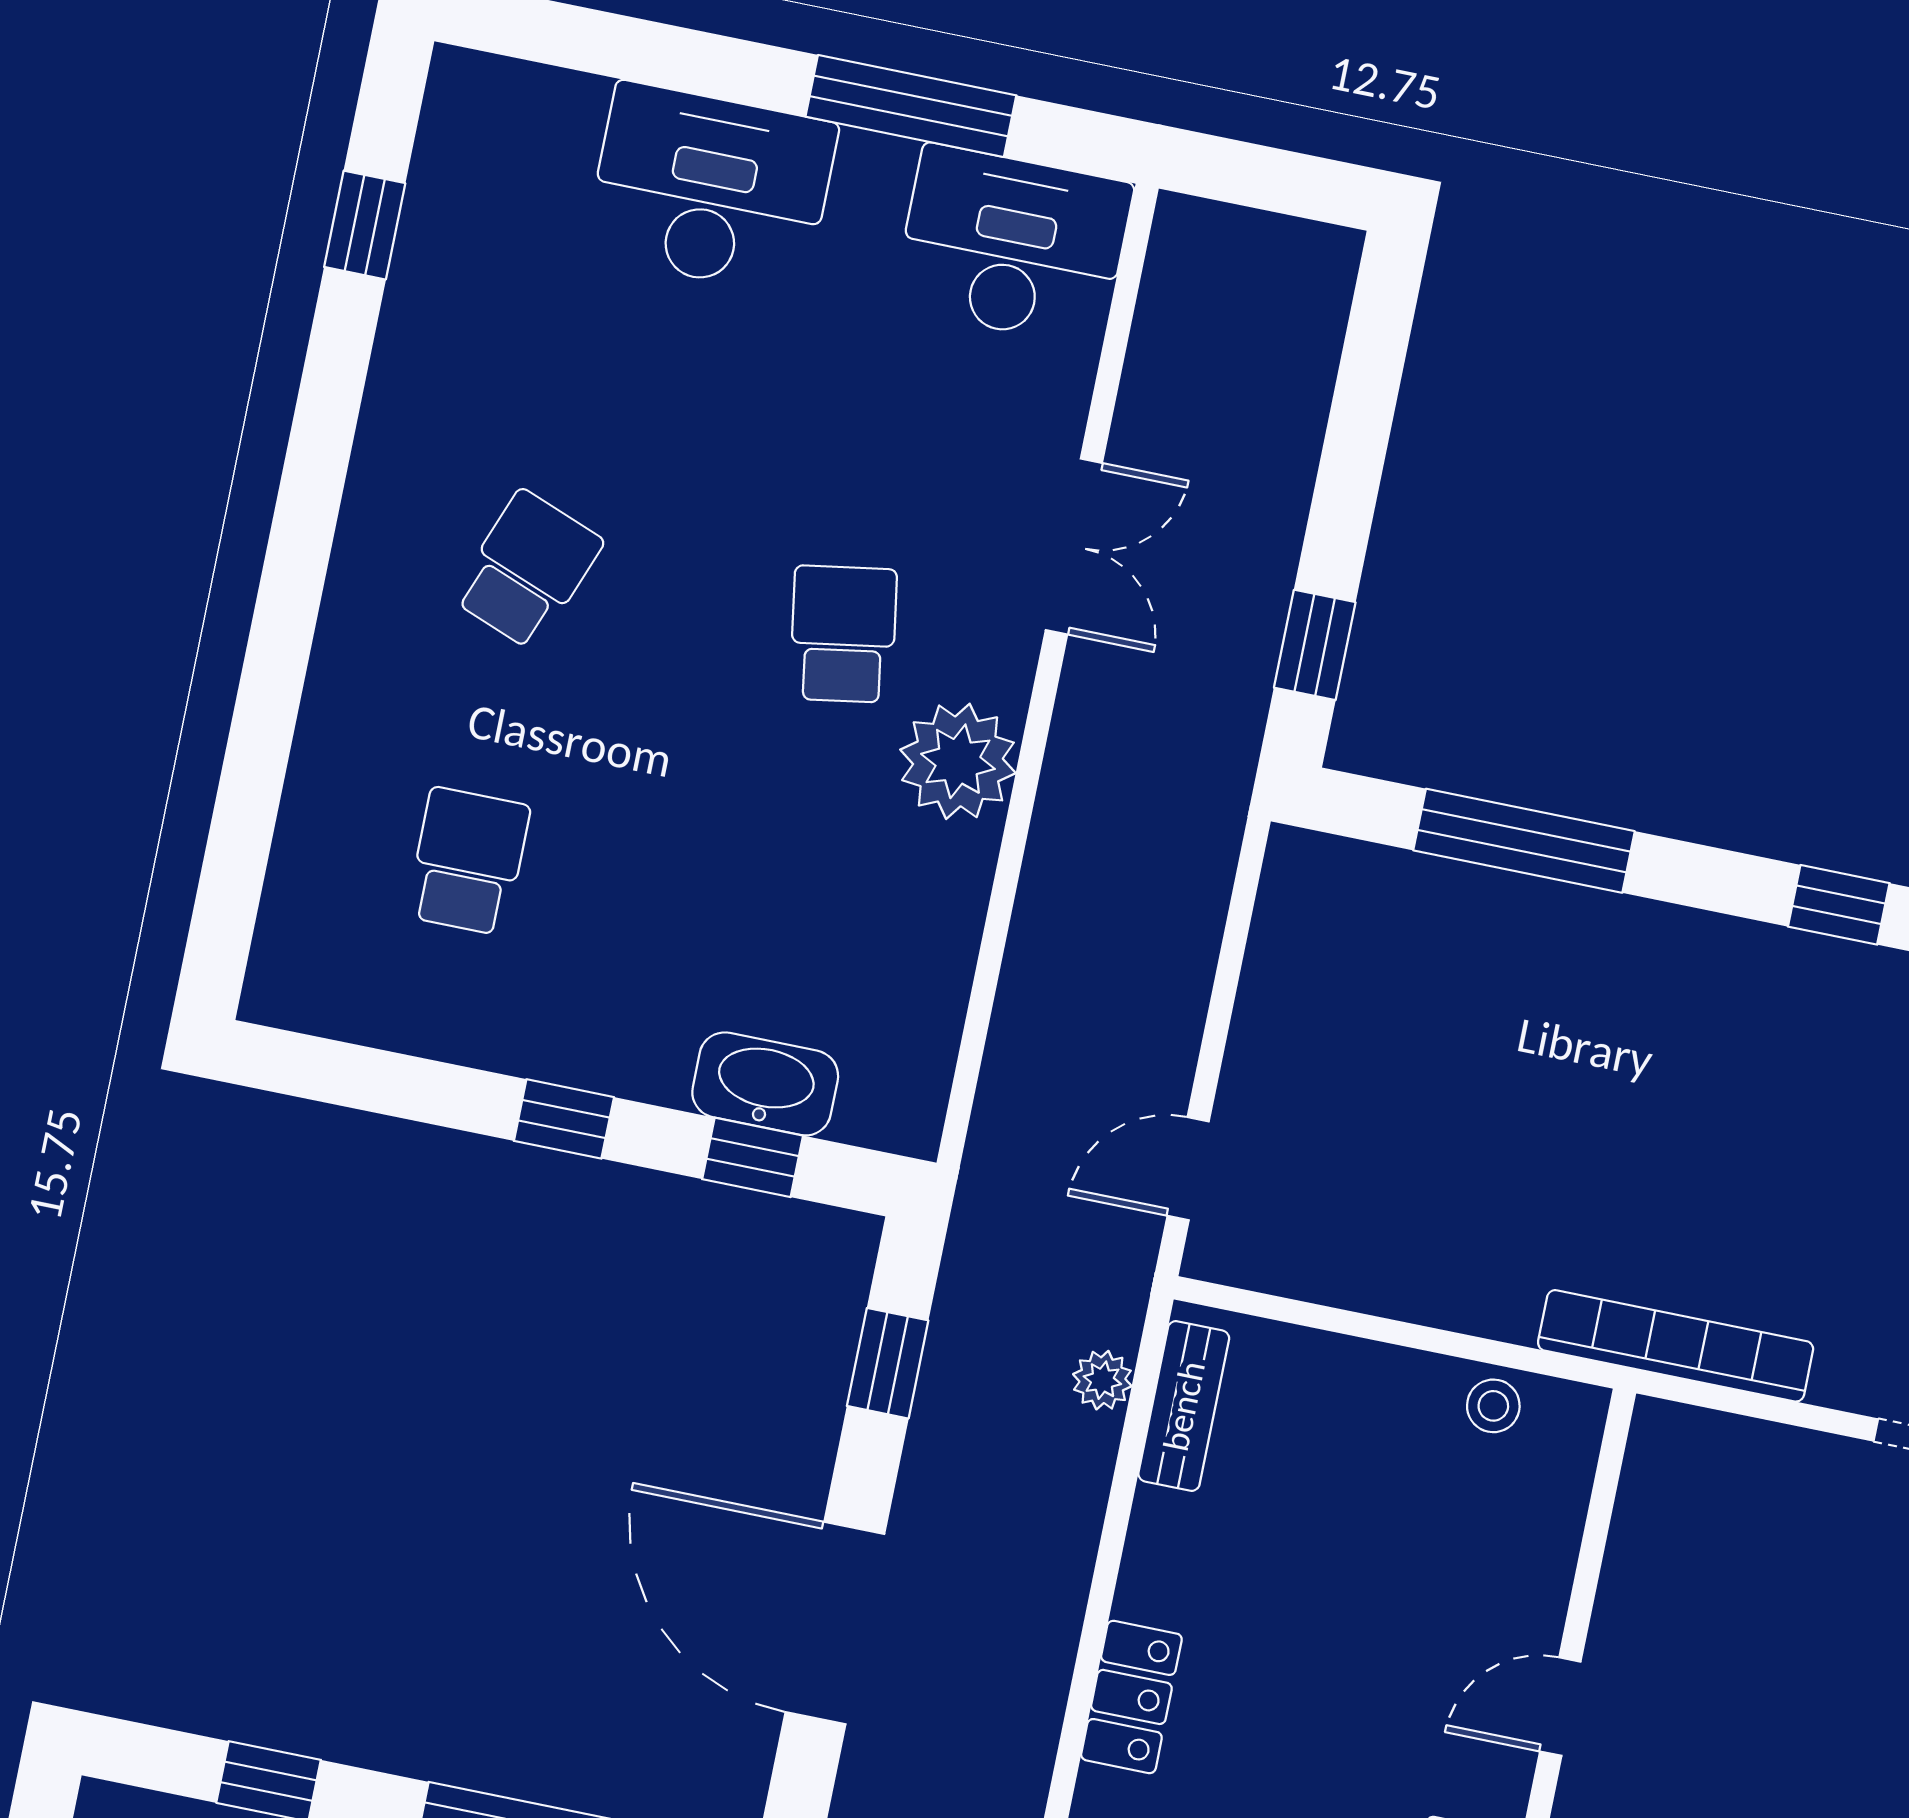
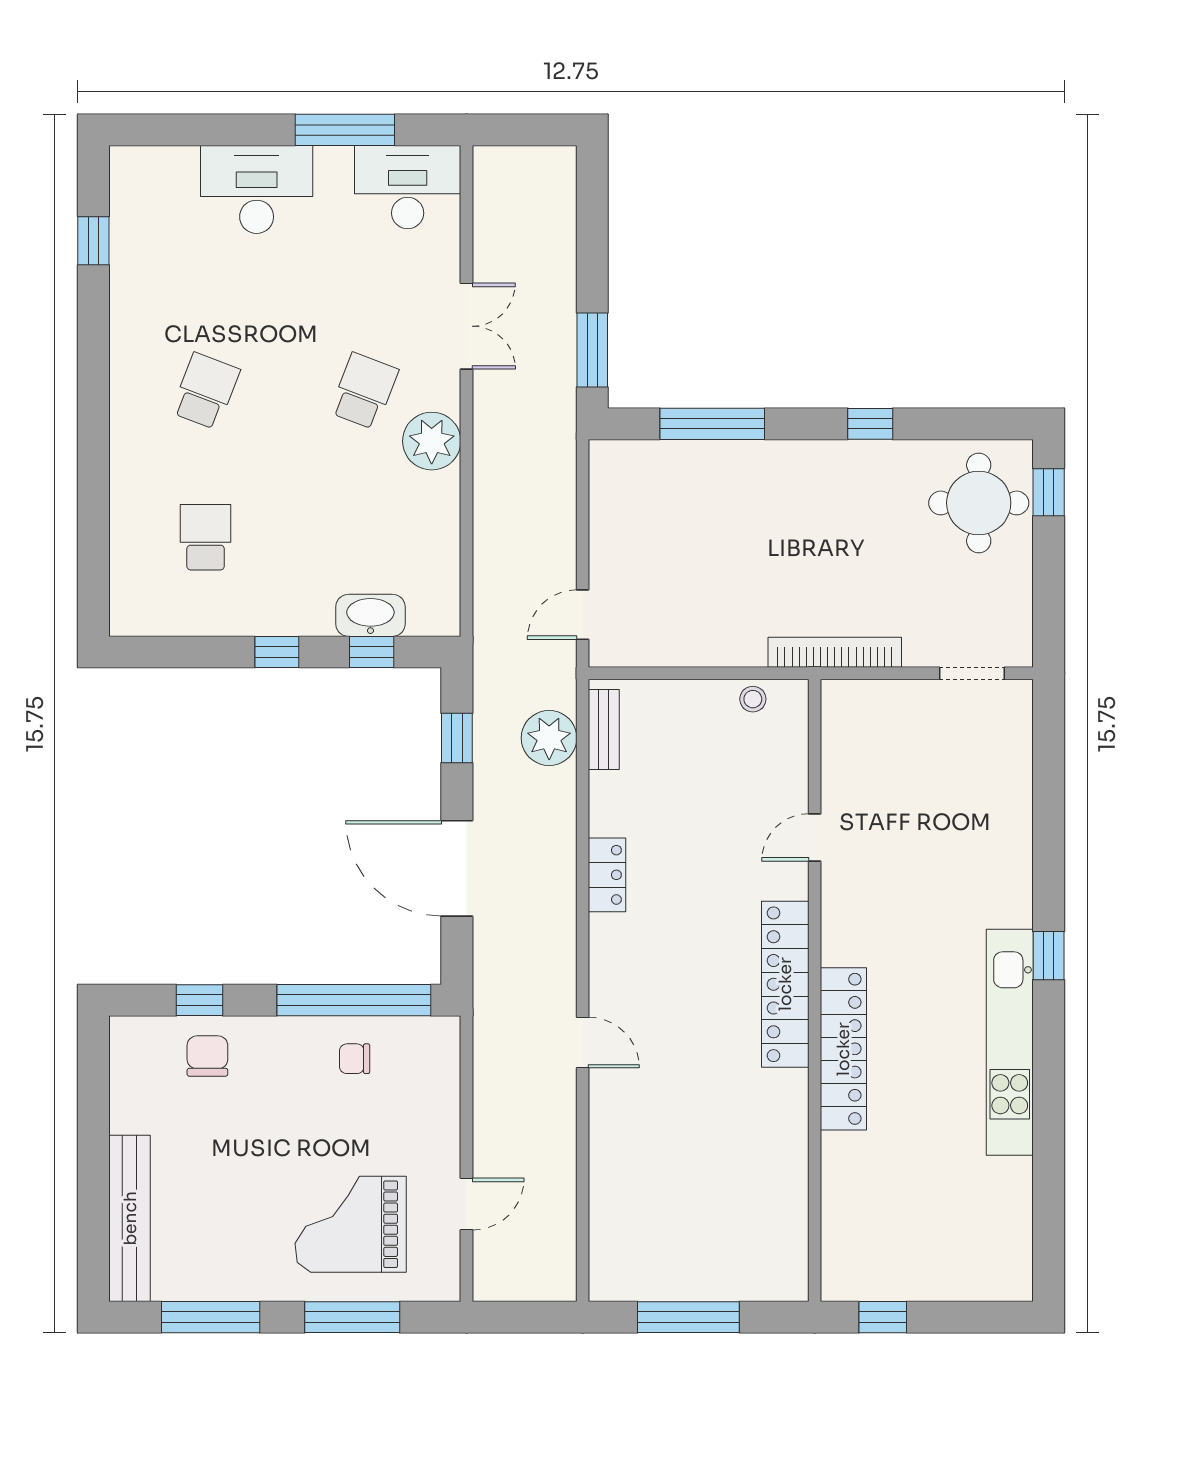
school desk: (843, 634) -> (364, 391), turned 30
window: (1315, 645) -> (592, 350), width x1.50
plant: (1102, 1380) -> (549, 738), width x1.87, depth x1.87

